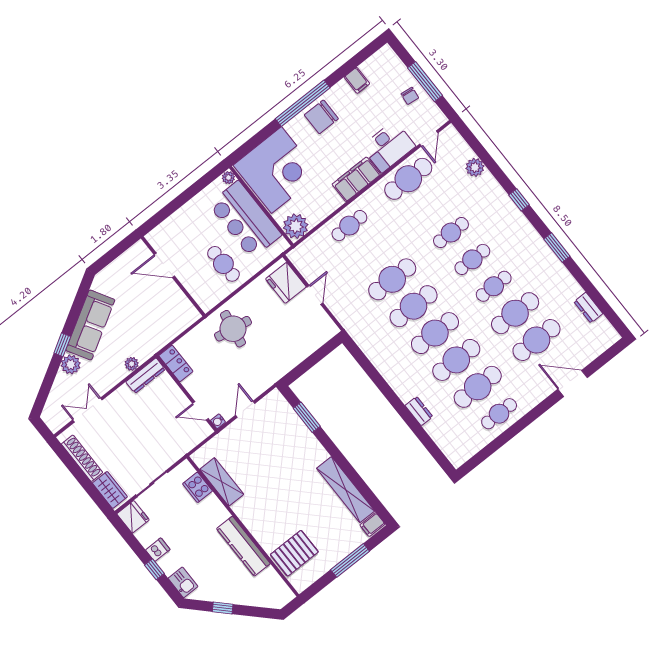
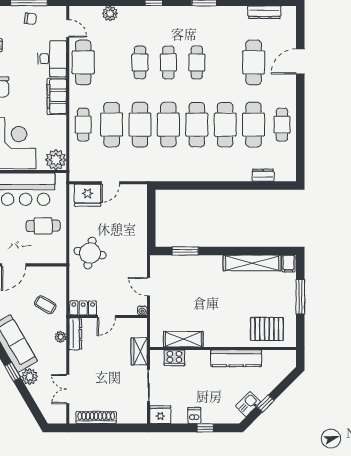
door: (315, 295) -> (110, 183), swing flipped
dresser: (588, 308) -> (264, 12), width x1.44
cafe table: (515, 313) -> (112, 125), moved
coffee table: (150, 325) -> (45, 305), added
door: (201, 411) -> (106, 316), moved
dresser: (419, 411) -> (263, 175), moved
wardrobe: (110, 490) -> (139, 351), moved, turned -90
pallet: (294, 553) -> (267, 329), turned 90
kitchen sink: (183, 582) -> (248, 404), moved, turned -45

